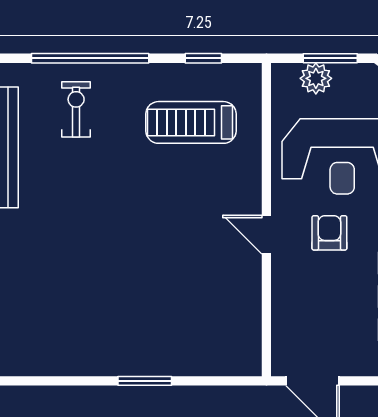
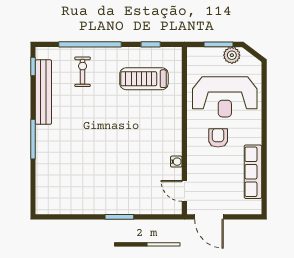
plant: (316, 78) -> (232, 55), moved
door: (266, 235) -> (184, 191), moved
water cooler: (251, 277) -> (176, 162), added

